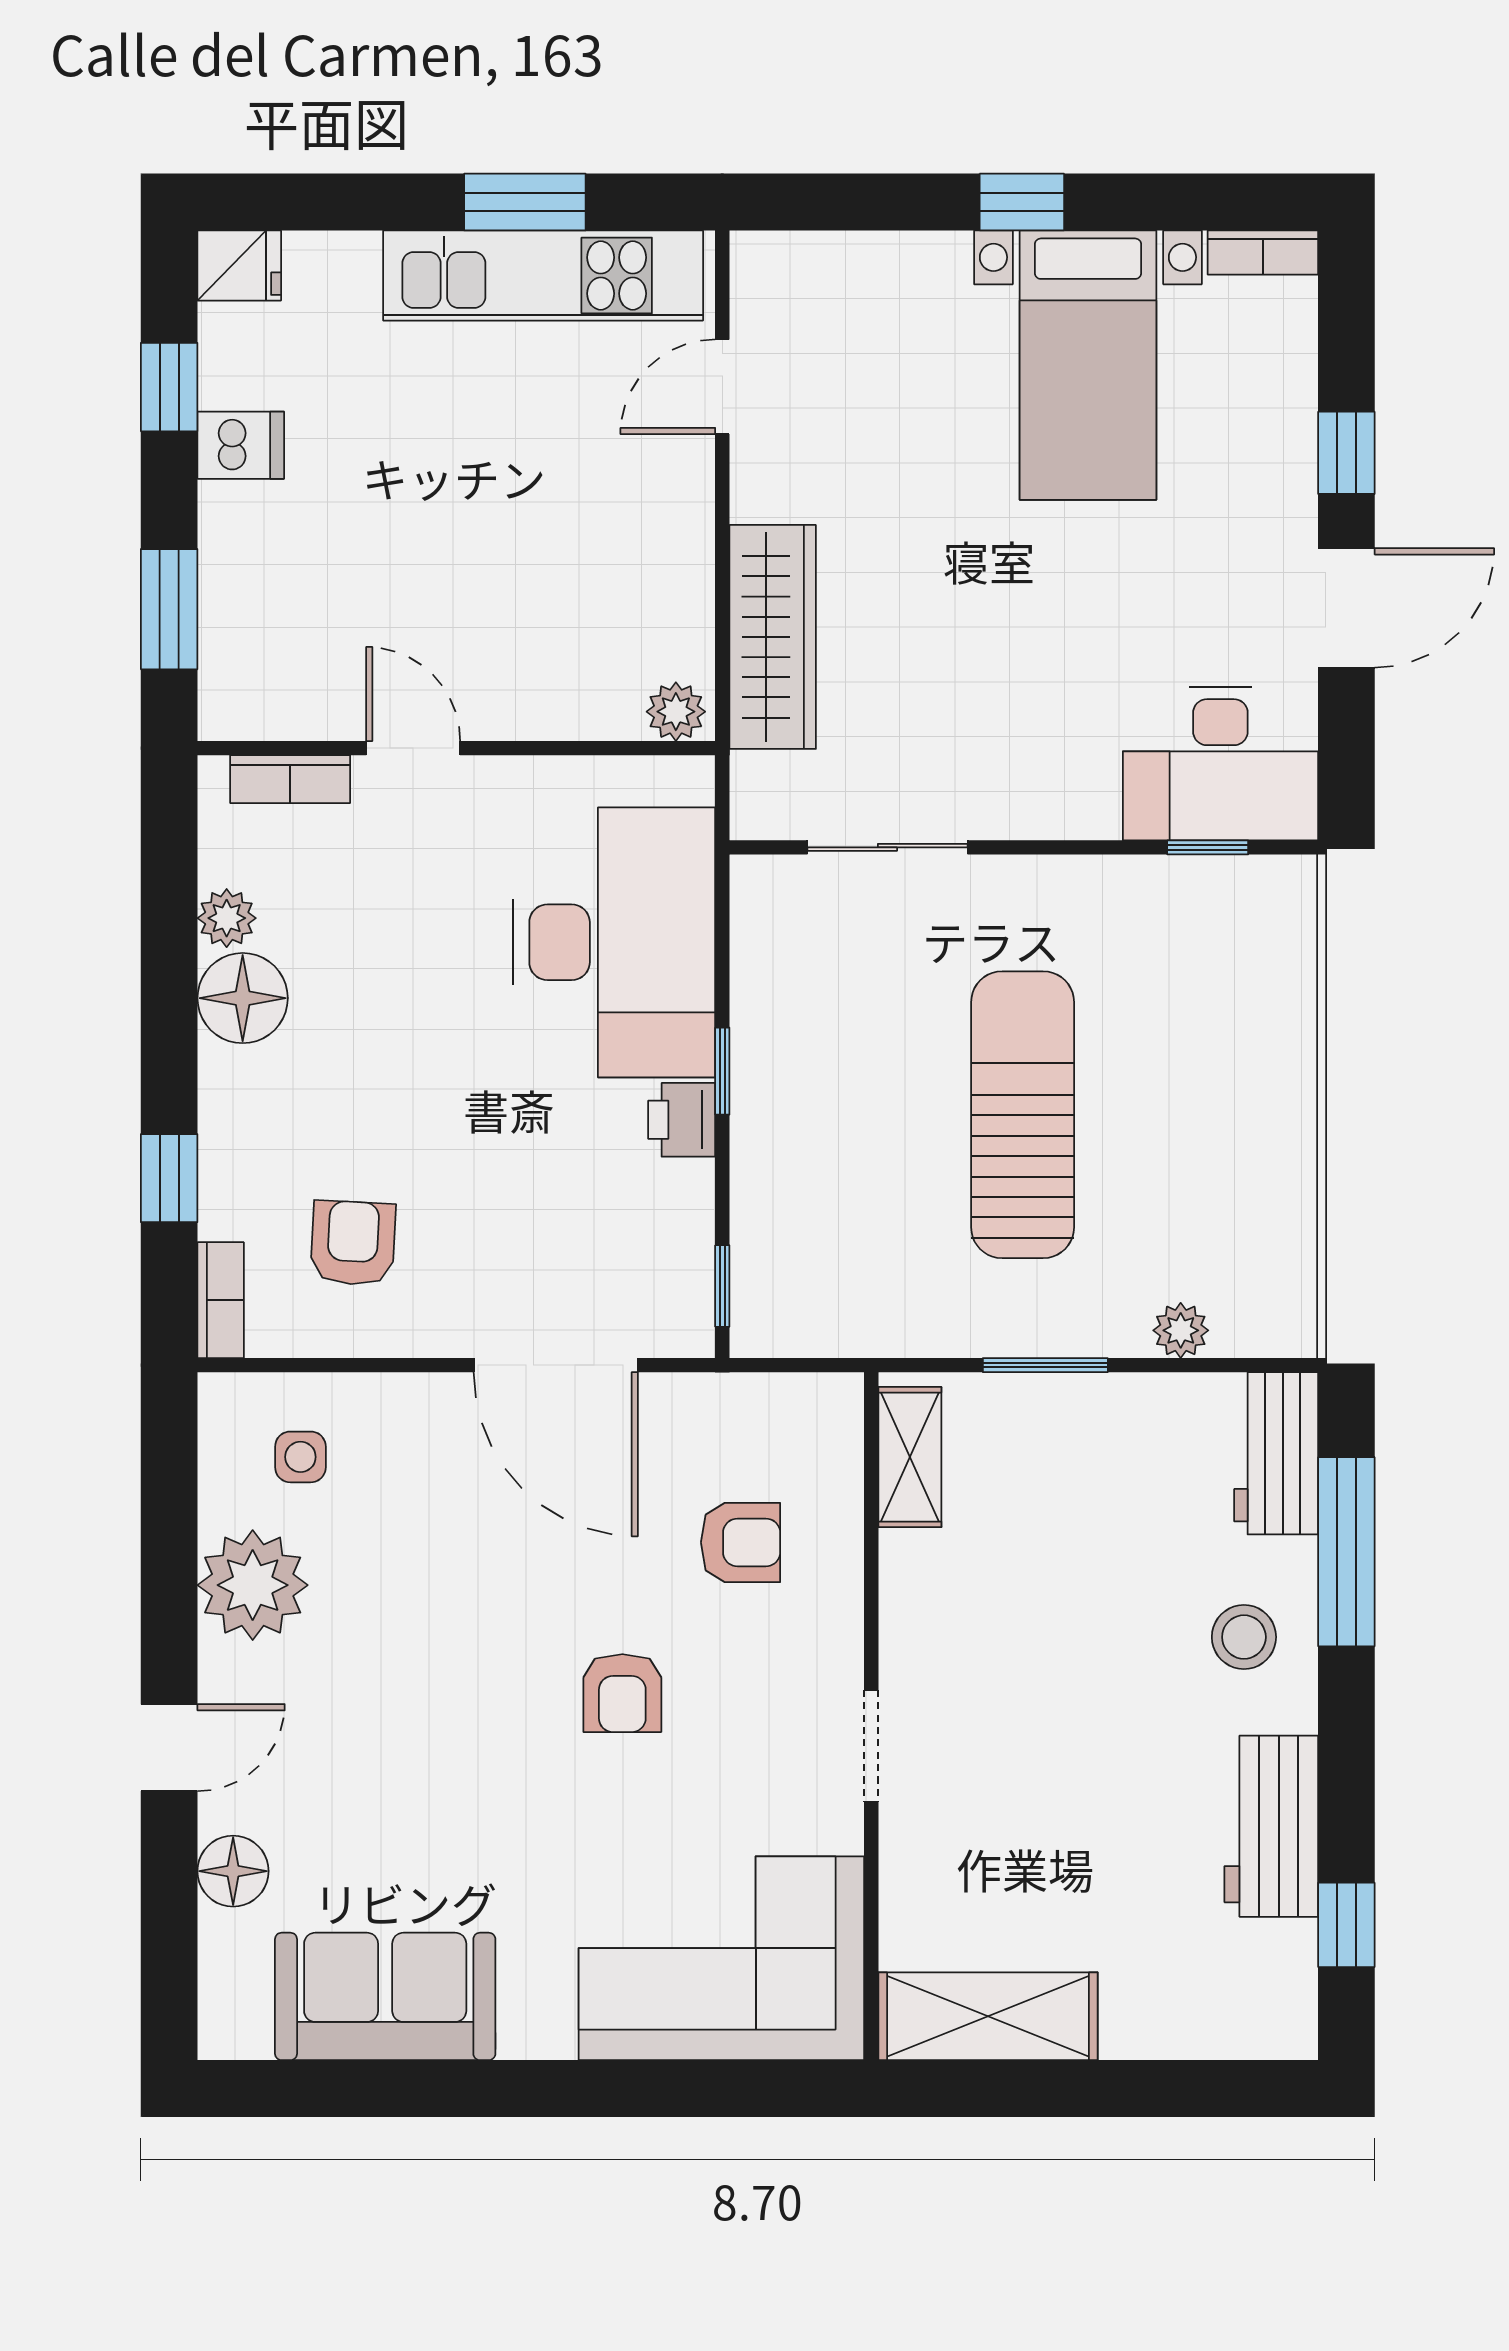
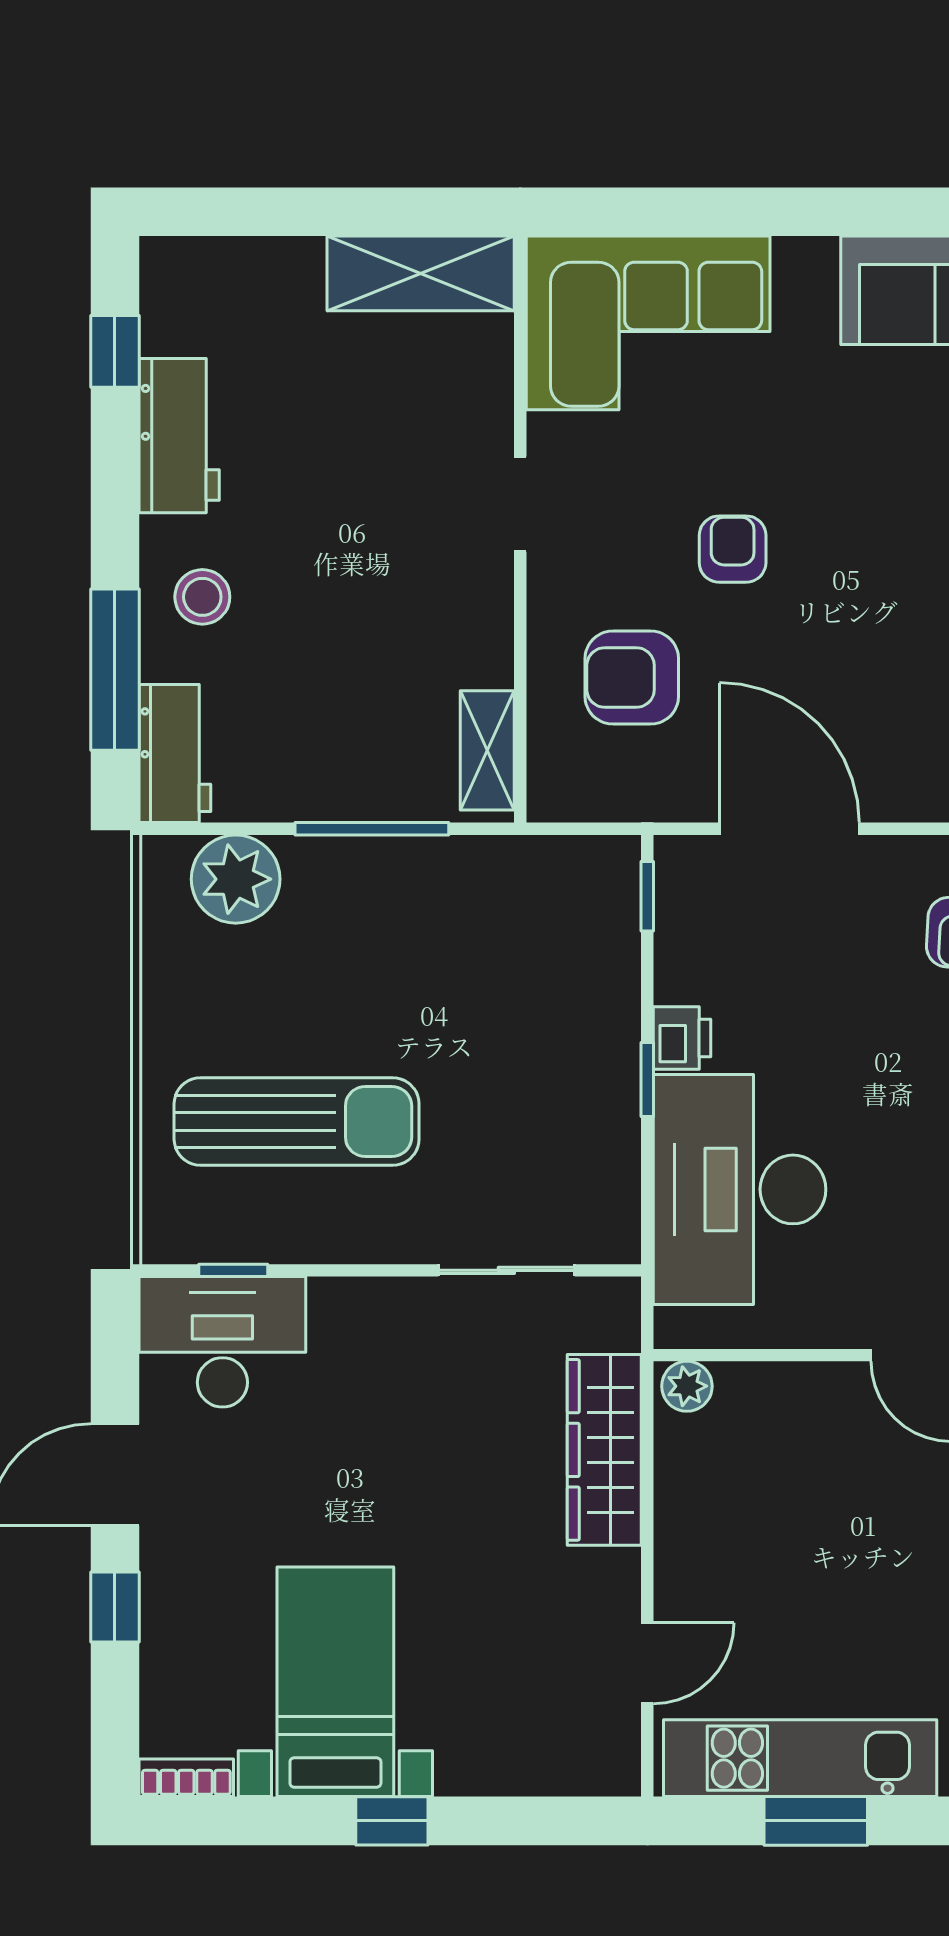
sun lounger: (1023, 1115) -> (297, 1121), moved, turned -90
plant: (1181, 1330) -> (236, 879), width x1.88, depth x1.88
window: (1045, 1365) -> (372, 829), width x1.44
armchair: (741, 1542) -> (632, 678), width x1.38, depth x1.38

